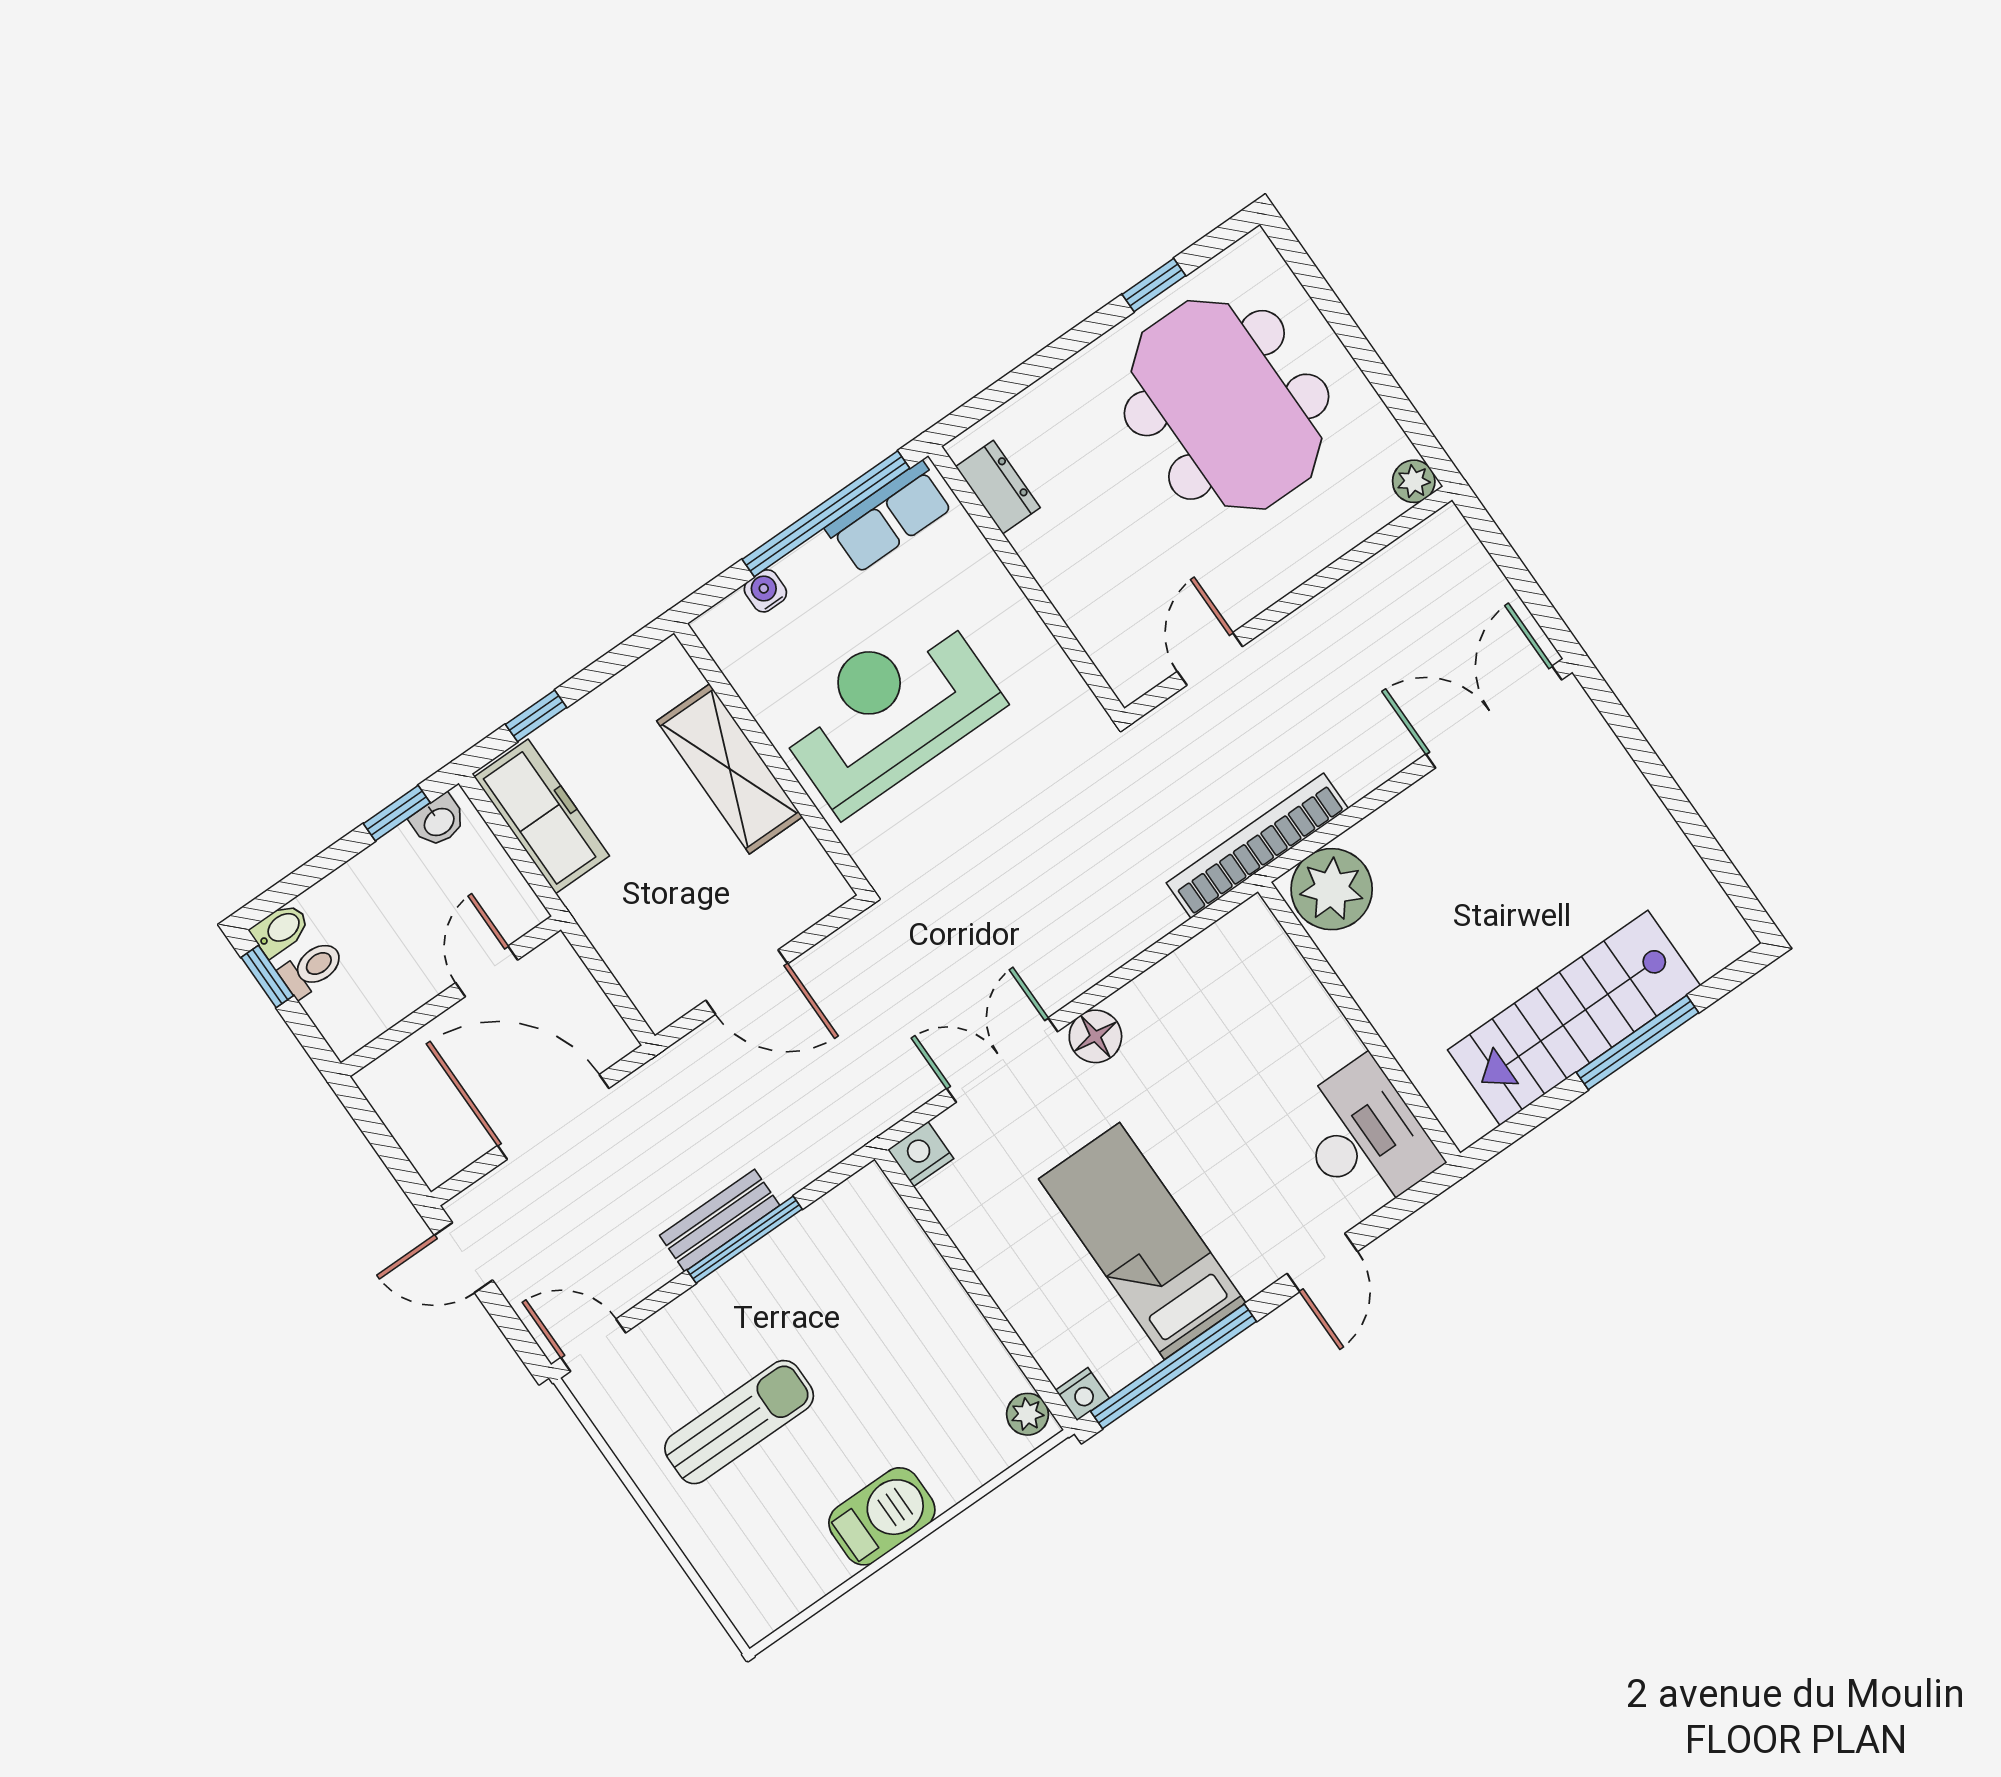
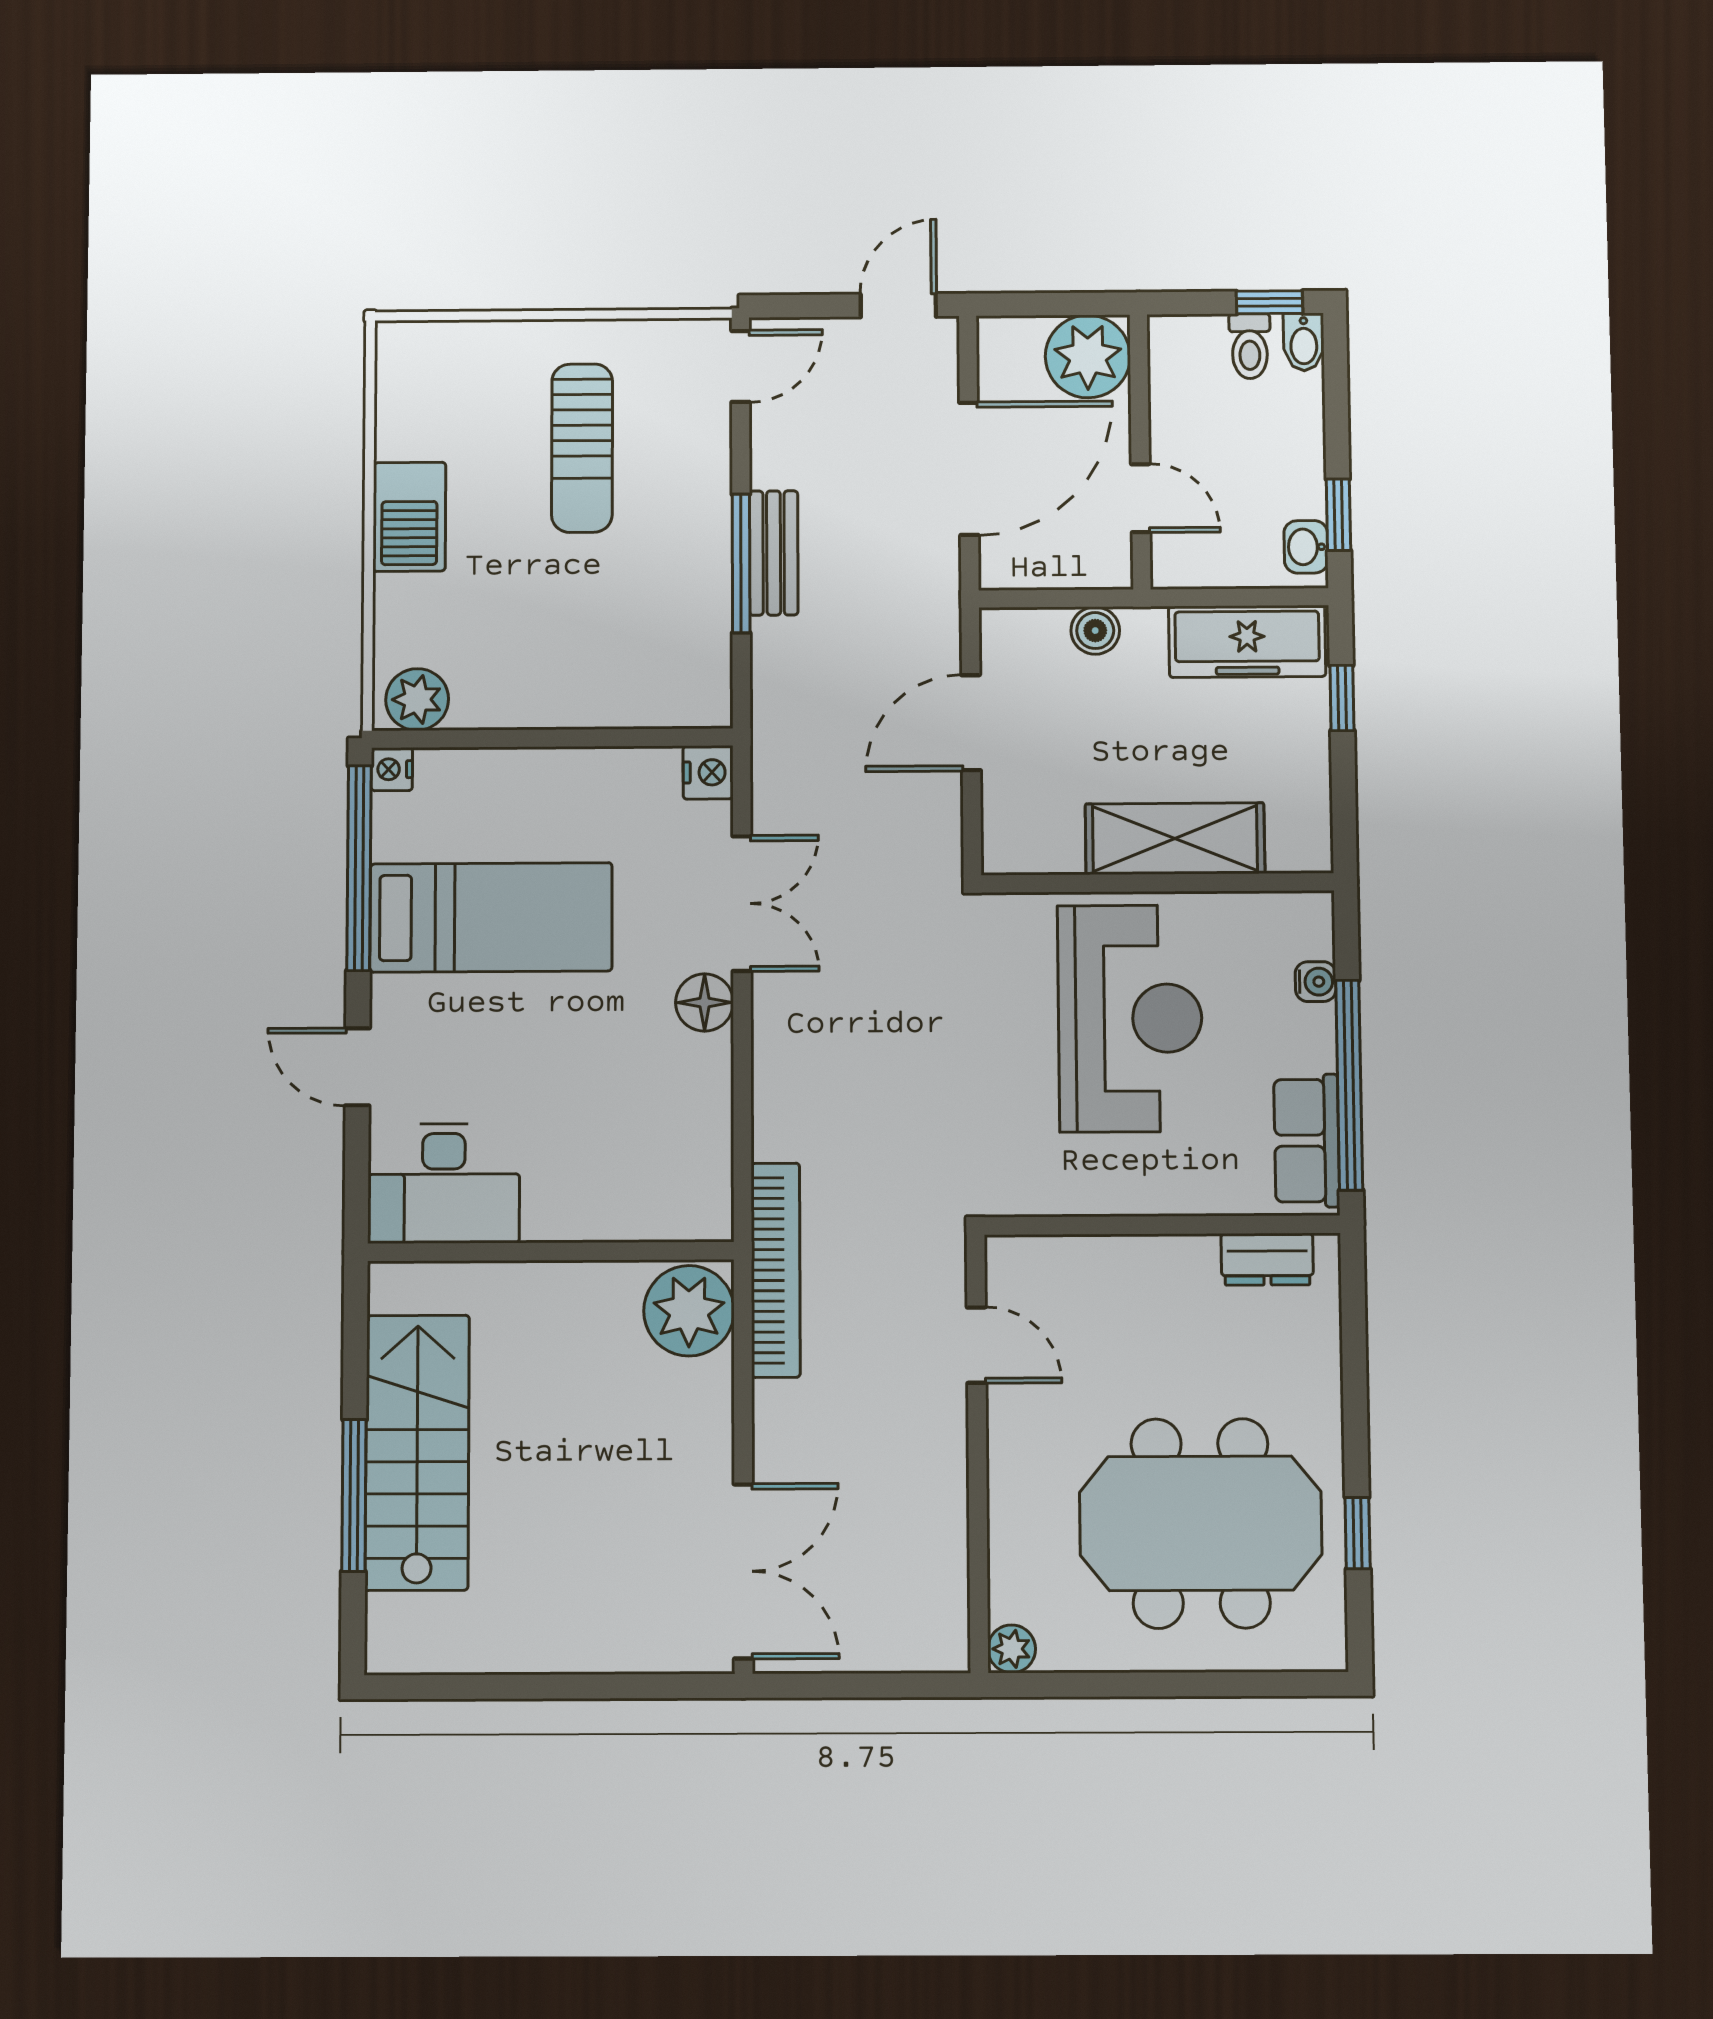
boiler: (612, 936) -> (1095, 631), added
plant: (404, 1086) -> (1088, 356), added
plant: (1027, 1414) -> (417, 699), width x1.38, depth x1.38

